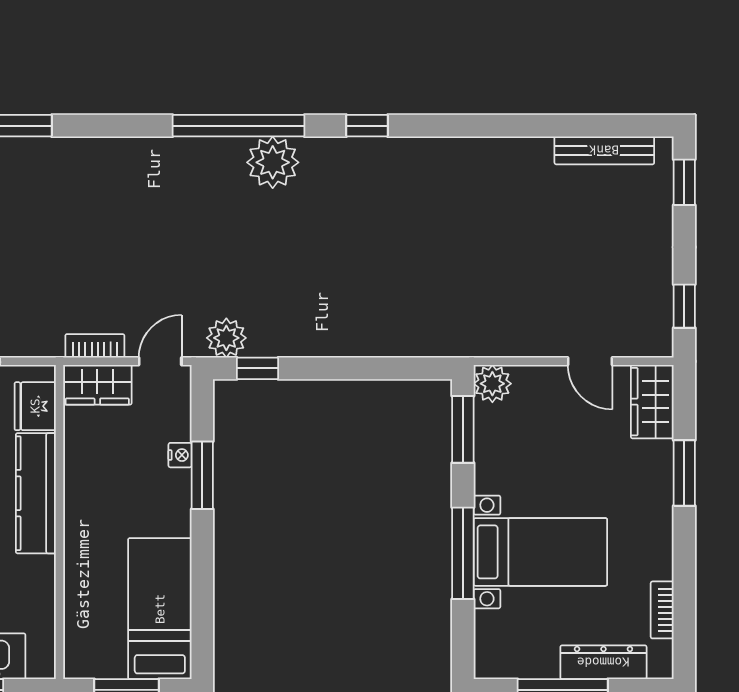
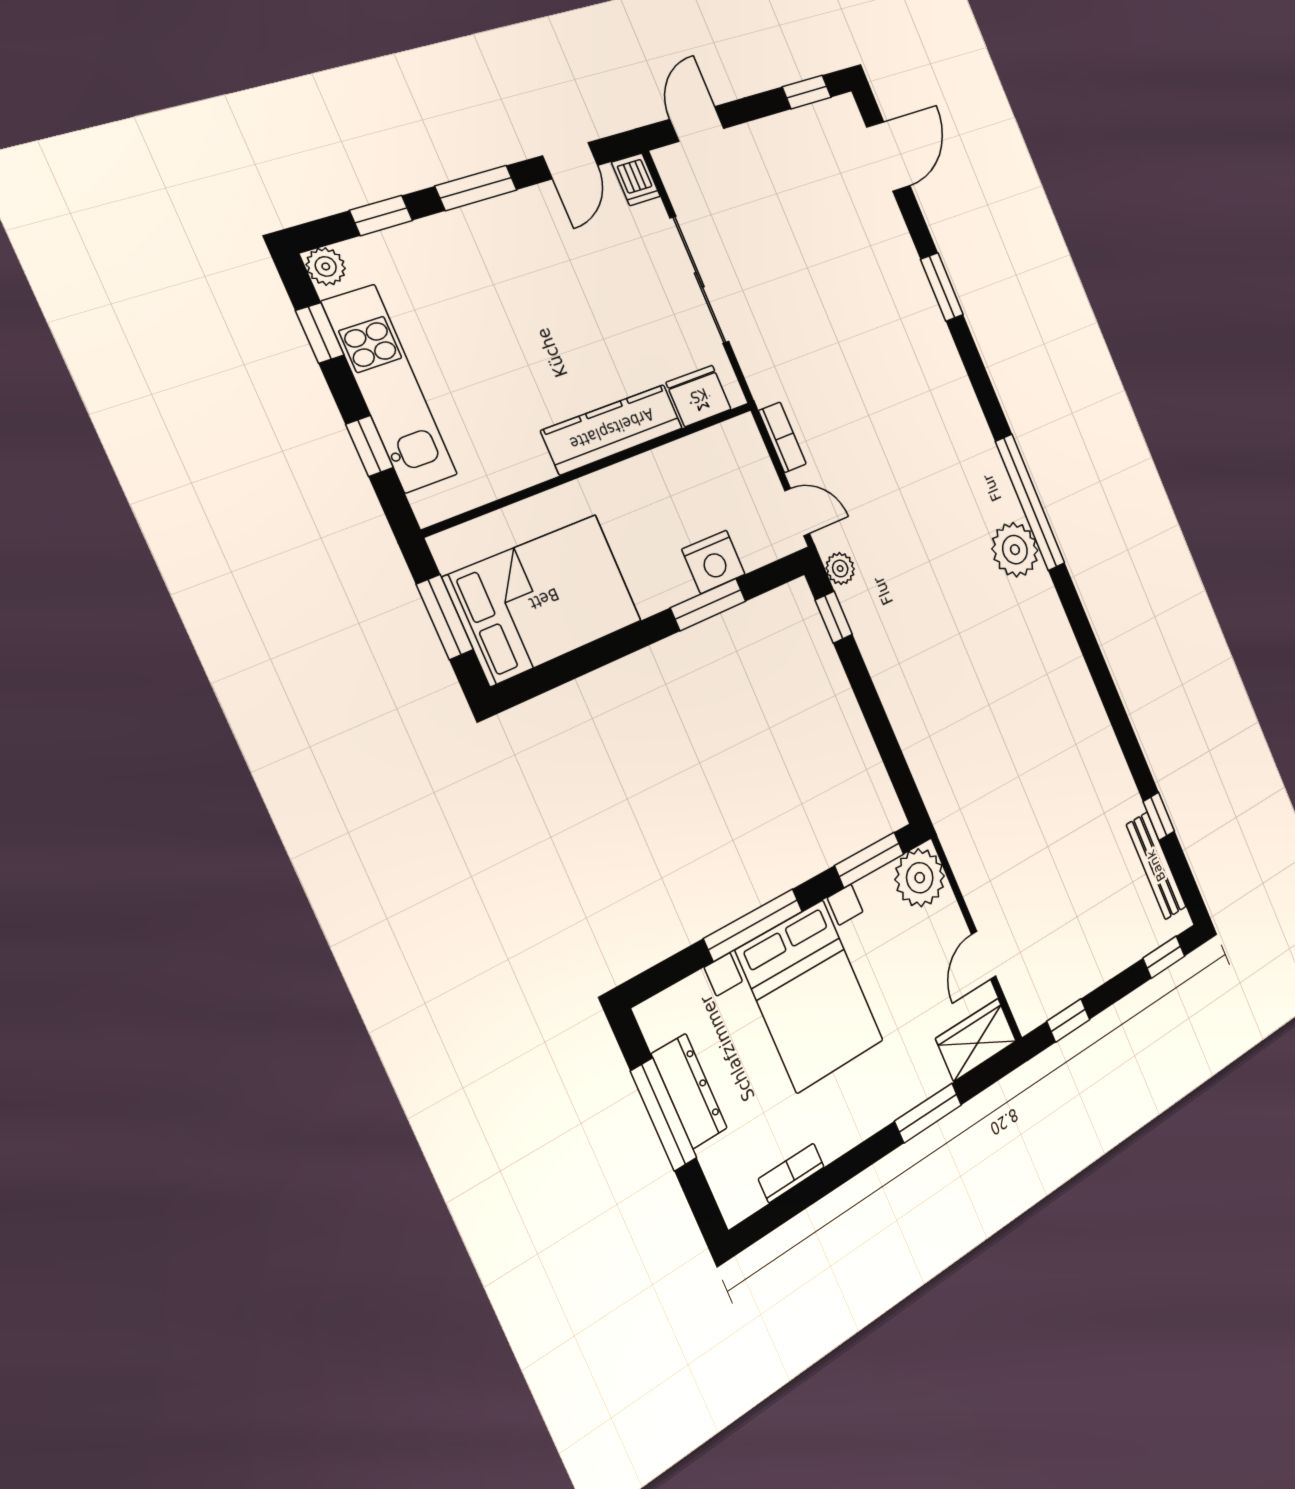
window: (367, 126) -> (1159, 816), moved
plant: (226, 338) -> (840, 569), width x0.73, depth x0.73
plant: (492, 384) -> (920, 878), width x1.36, depth x1.36
wardrobe: (97, 385) -> (747, 455), removed
nightstand: (180, 455) -> (714, 562), width x1.89, depth x1.79
bed with nightstands: (540, 552) -> (810, 996), width x1.36
bed: (160, 609) -> (544, 599), width x1.50
dresser: (603, 662) -> (689, 1091), moved

